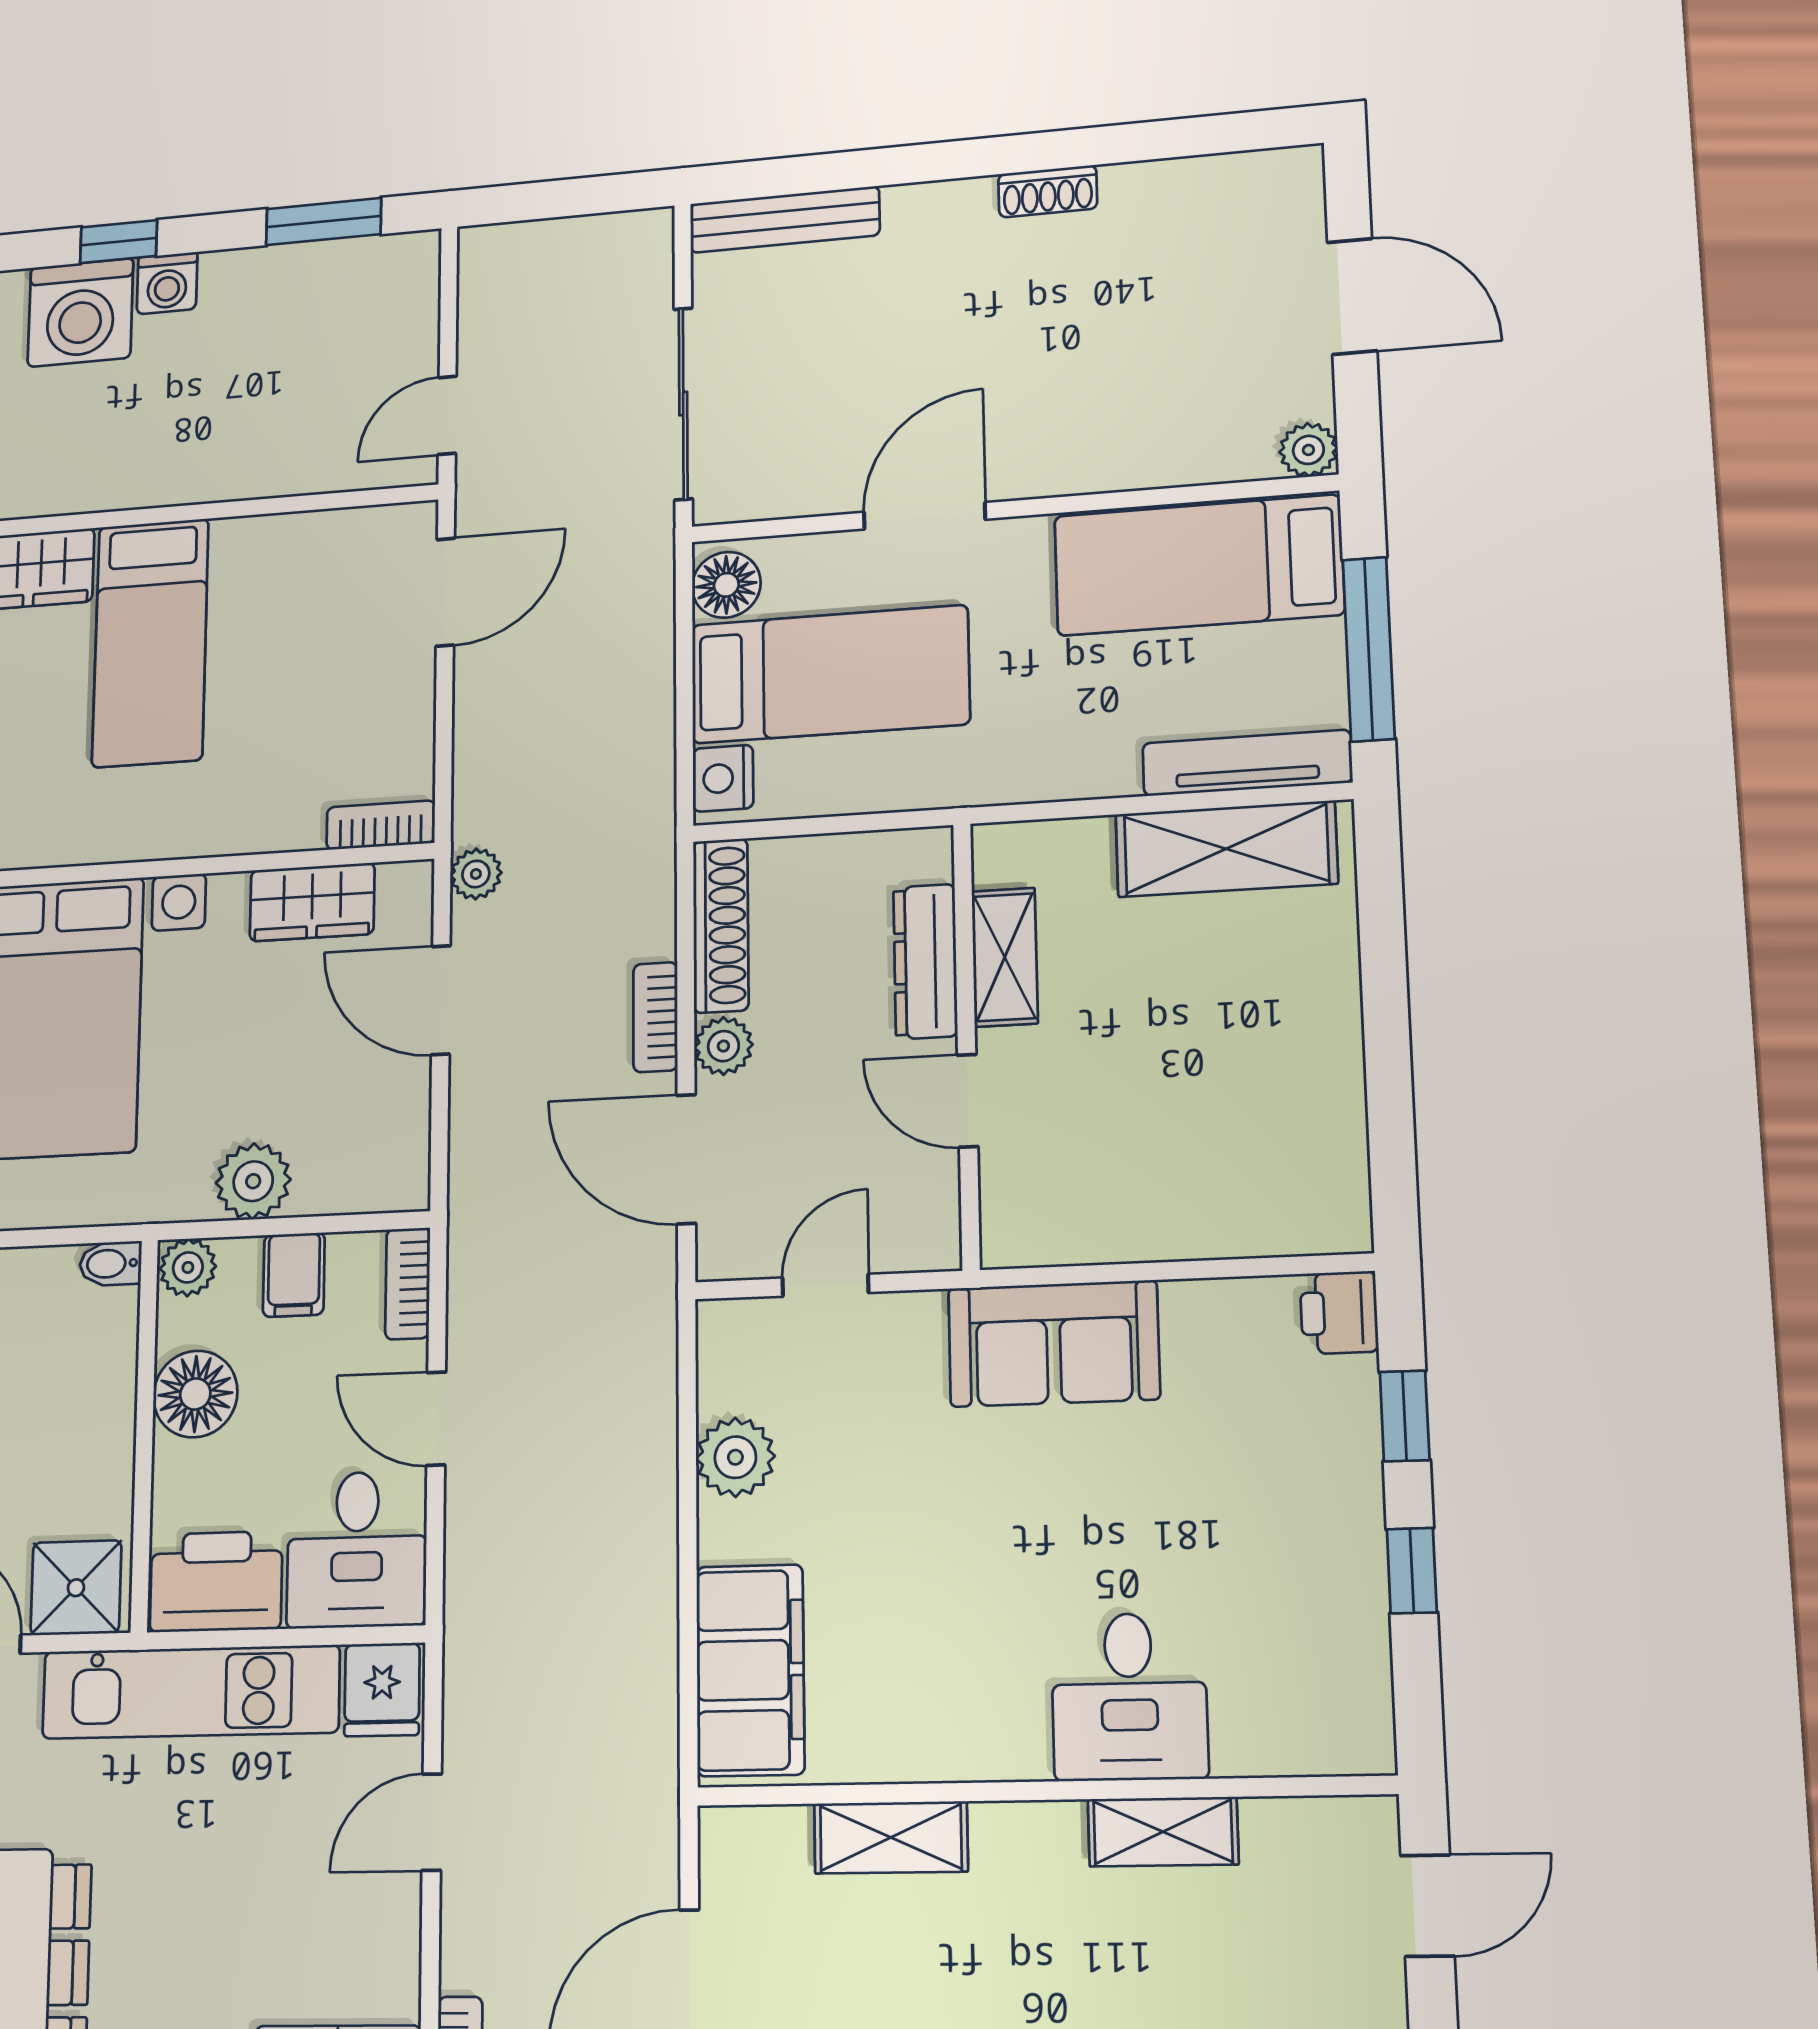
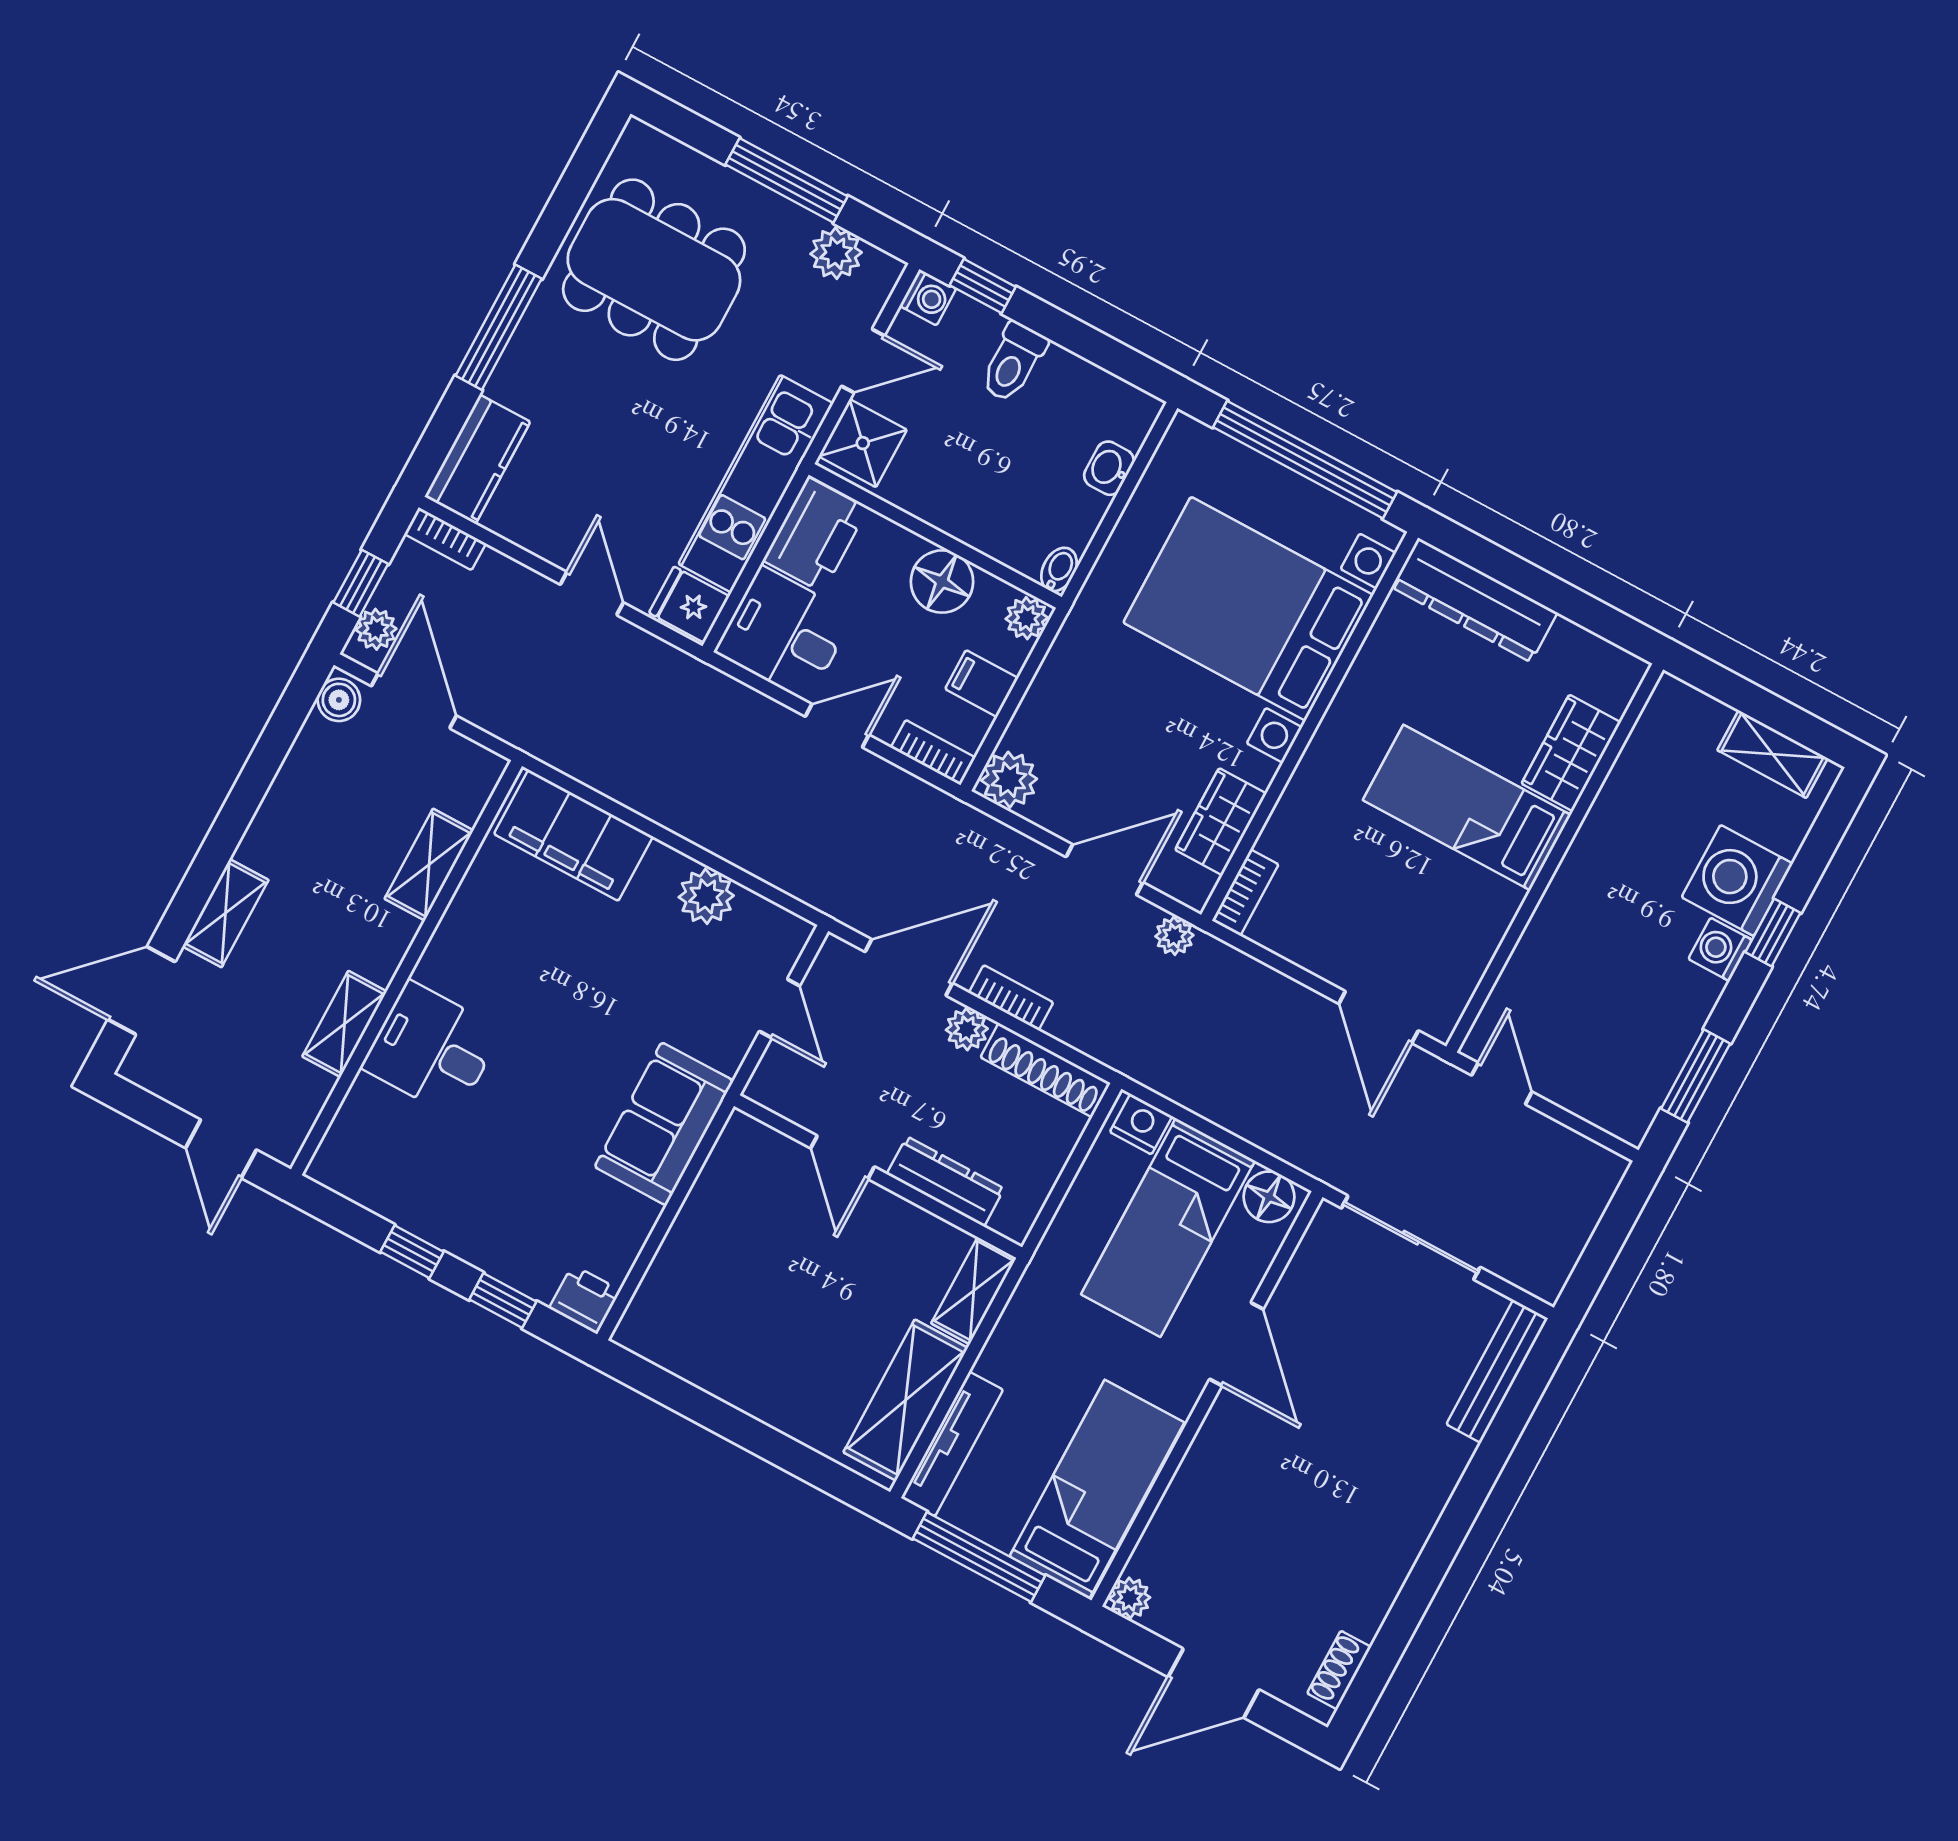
shoe rack: (1048, 191) -> (1339, 1670), moved
shelving: (1005, 957) -> (974, 1291), moved, turned 90
door: (968, 1101) -> (843, 1157), swing flipped
plant: (253, 1181) -> (1009, 780), moved

